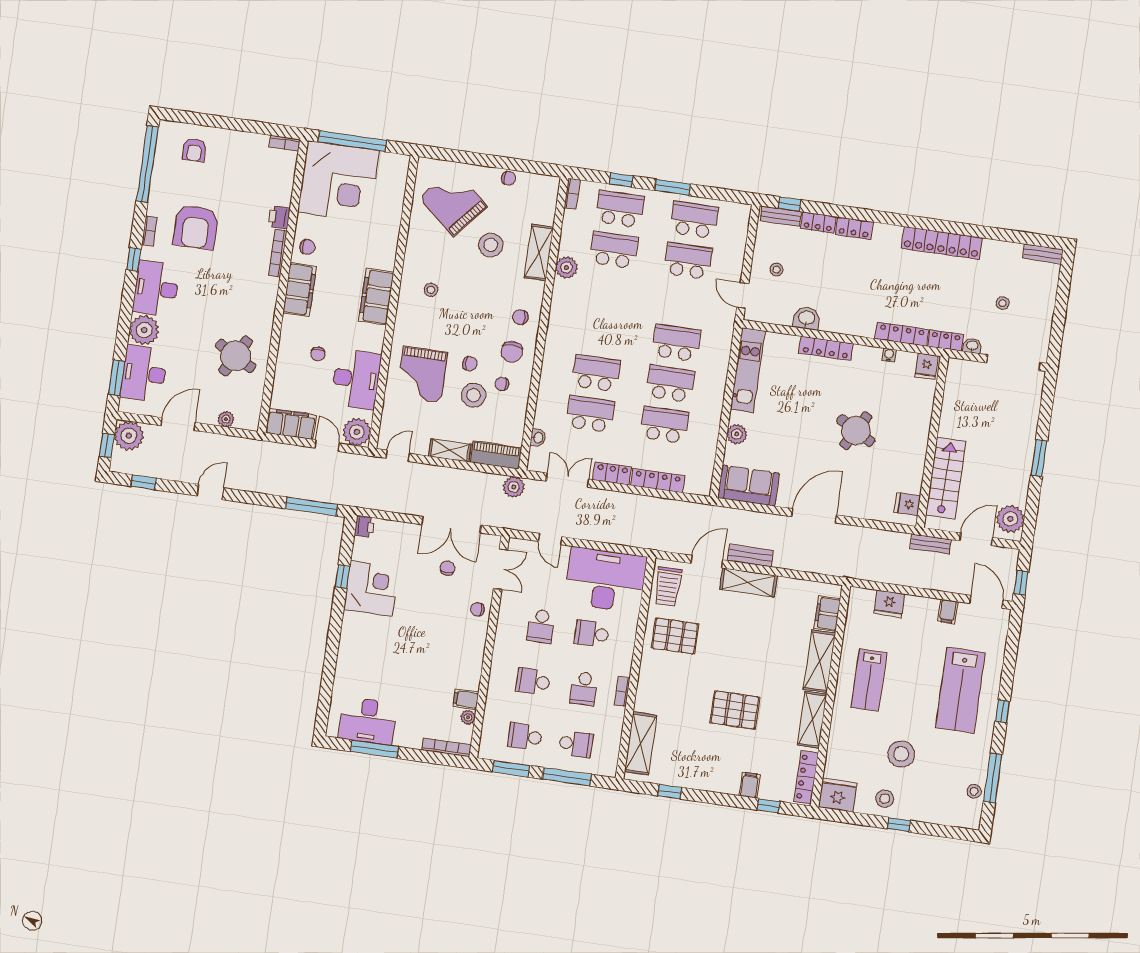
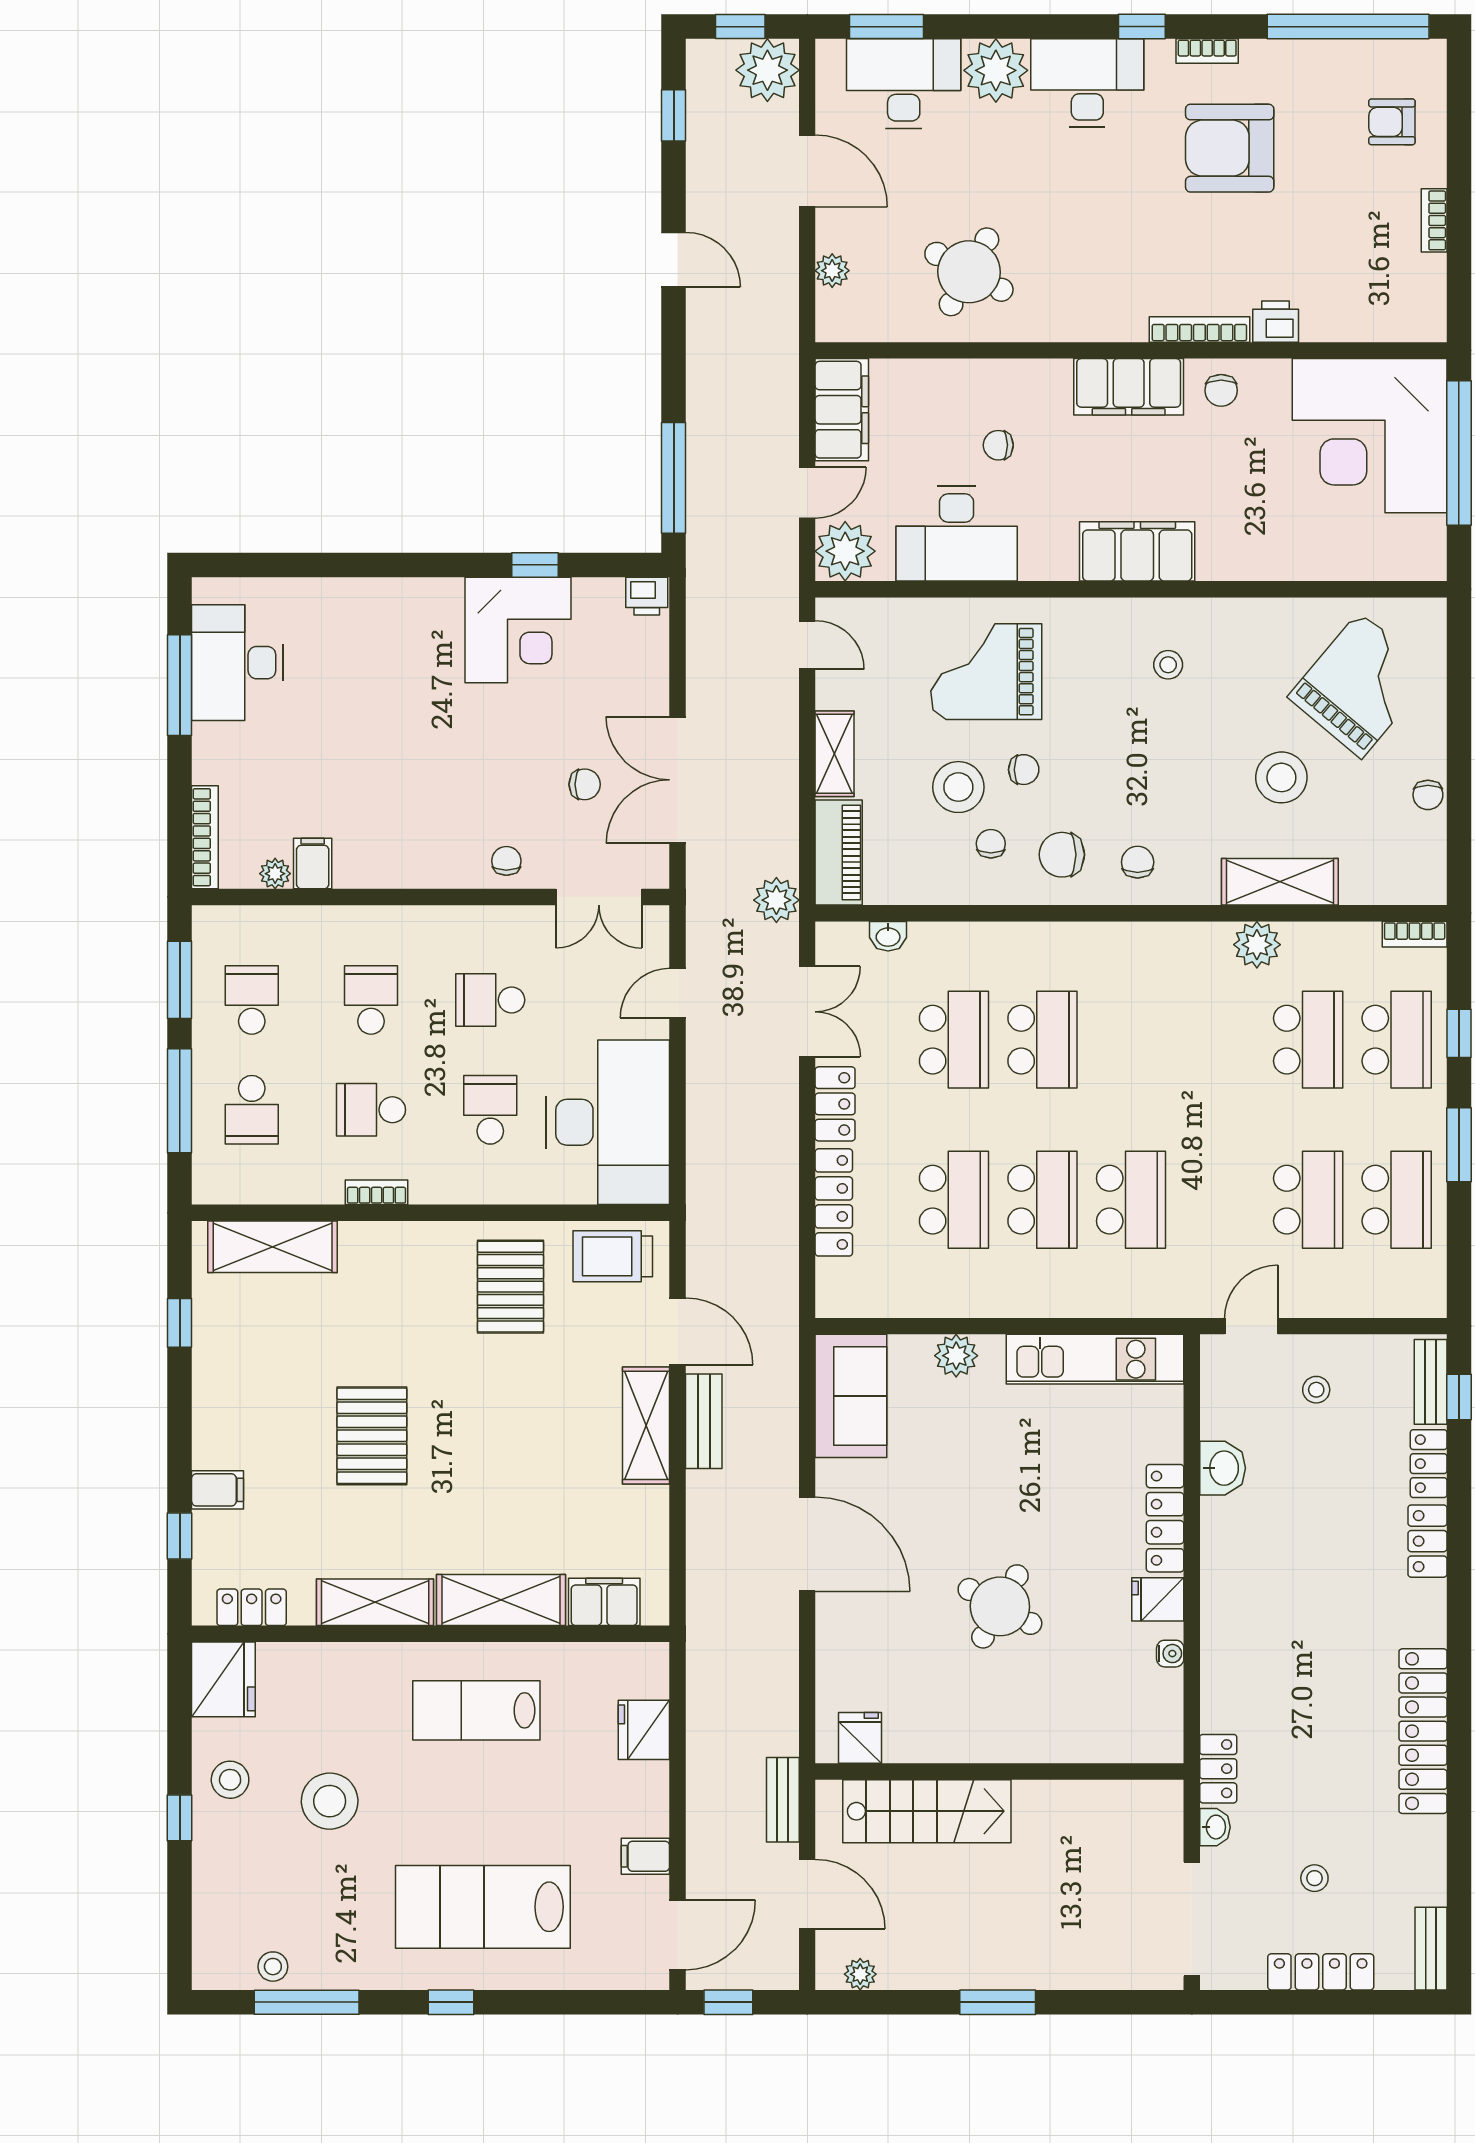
bookcase: (285, 143) -> (1434, 220), moved
locker: (902, 334) -> (1321, 1972), moved, turned -90
chair: (470, 364) -> (1024, 770), turned -90
fridge: (926, 366) -> (1158, 1599), moved
plant: (1010, 519) -> (860, 1974), width x0.53, depth x0.53
locker: (806, 777) -> (252, 1607), width x0.66

